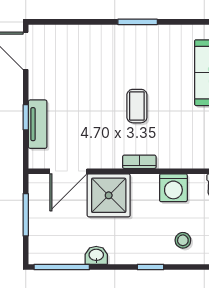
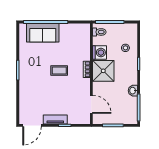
tv unit: (38, 124) -> (55, 120), moved
shower: (109, 195) -> (103, 71), moved

